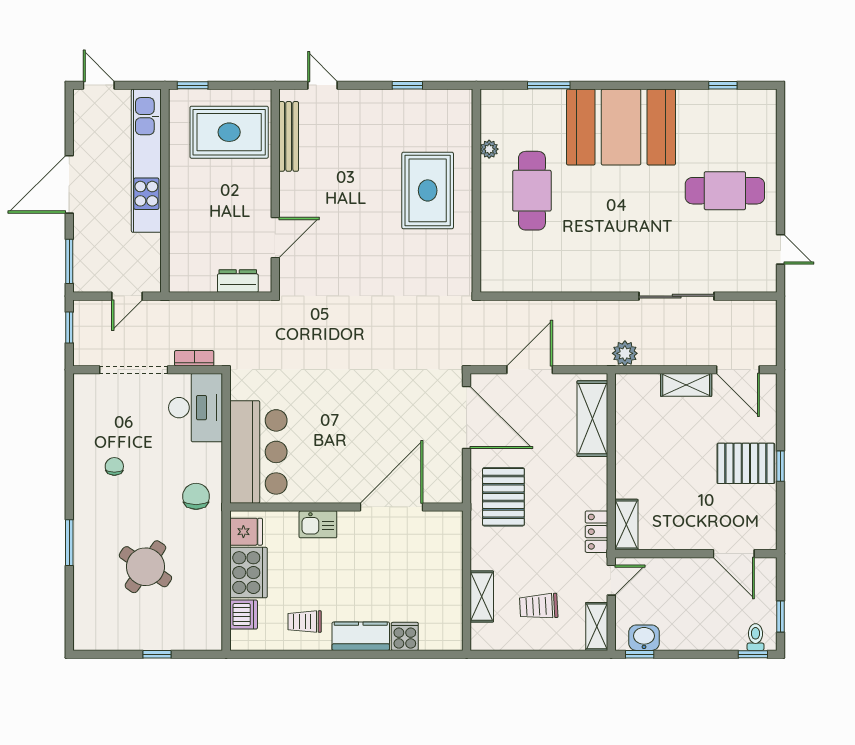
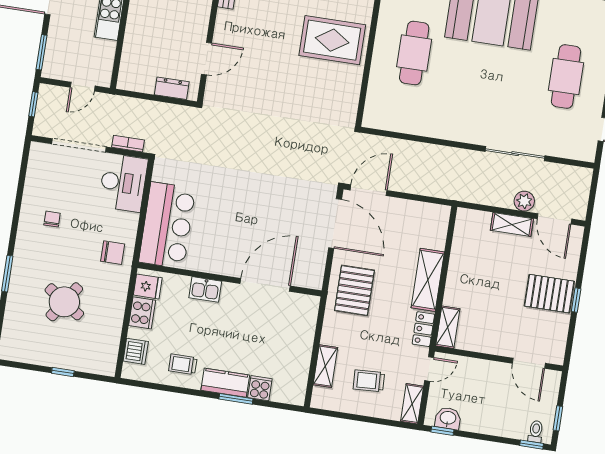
plant: (489, 149) -> (386, 15), removed
rug: (428, 190) -> (332, 40), turned 90
cafe table: (725, 191) -> (566, 76), turned 90
plant: (625, 353) -> (524, 201), moved
door: (530, 370) -> (369, 190), moved
shelving: (592, 419) -> (428, 280), moved
chair: (196, 496) -> (113, 253), turned 90
cooker: (249, 573) -> (142, 313), width x0.73, depth x0.76
window: (377, 654) -> (236, 399), added

